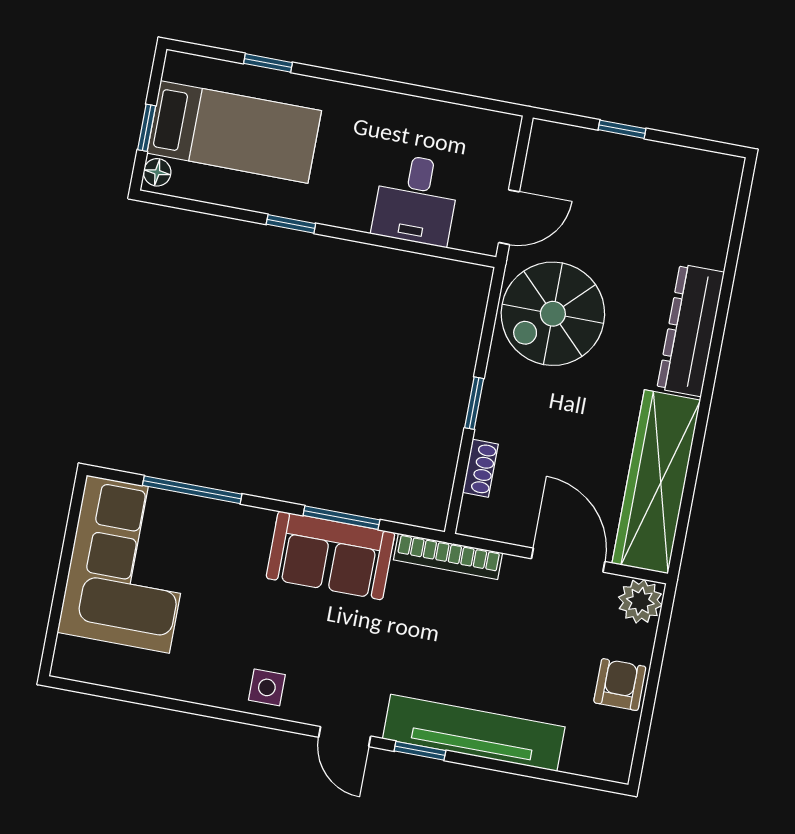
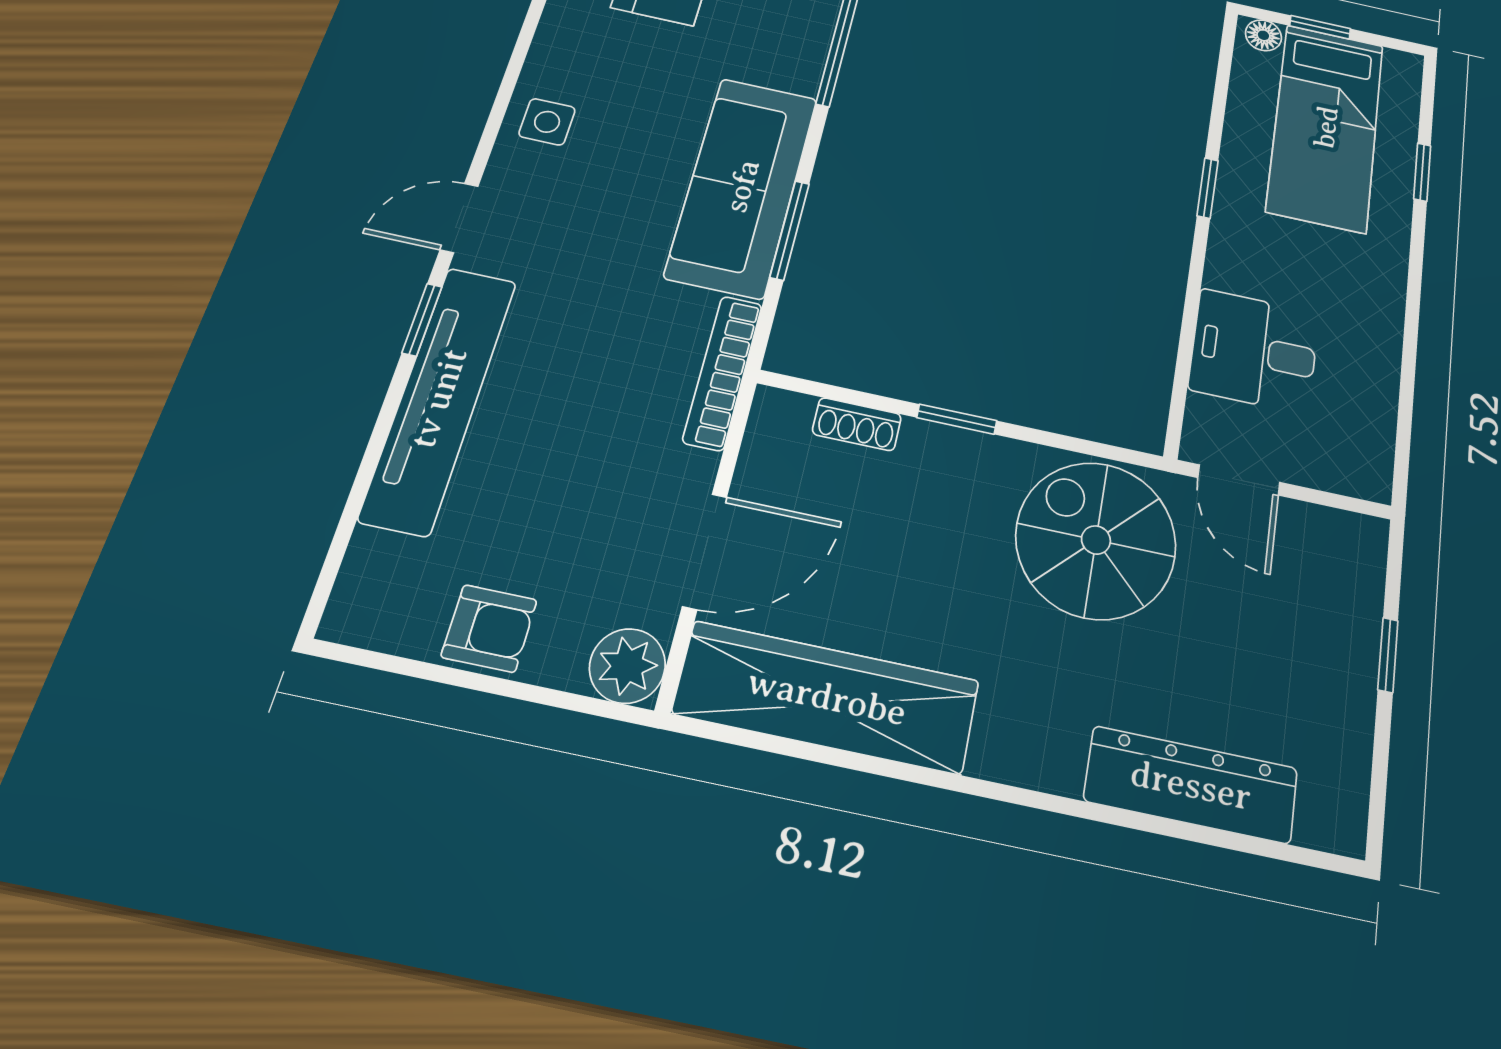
dresser: (691, 330) -> (1191, 785), moved
sofa: (330, 555) -> (742, 186), width x1.36

